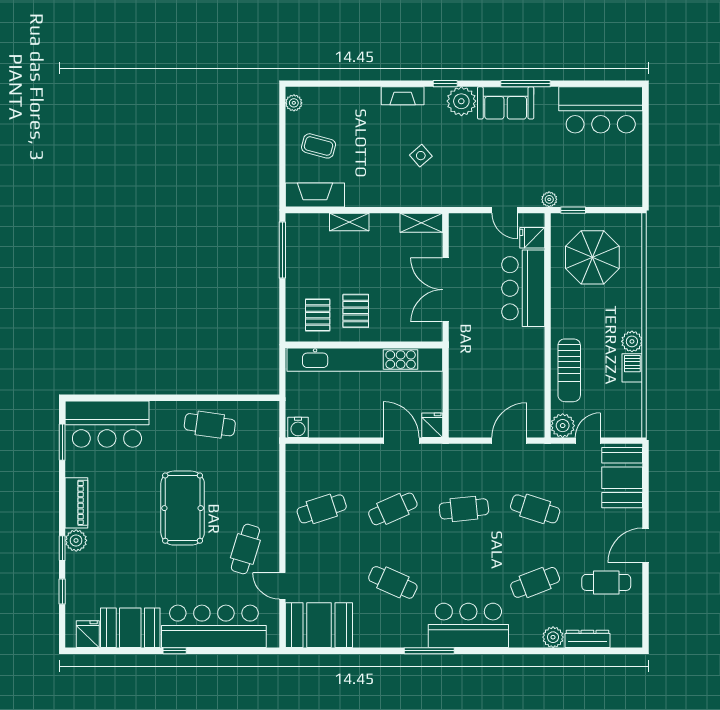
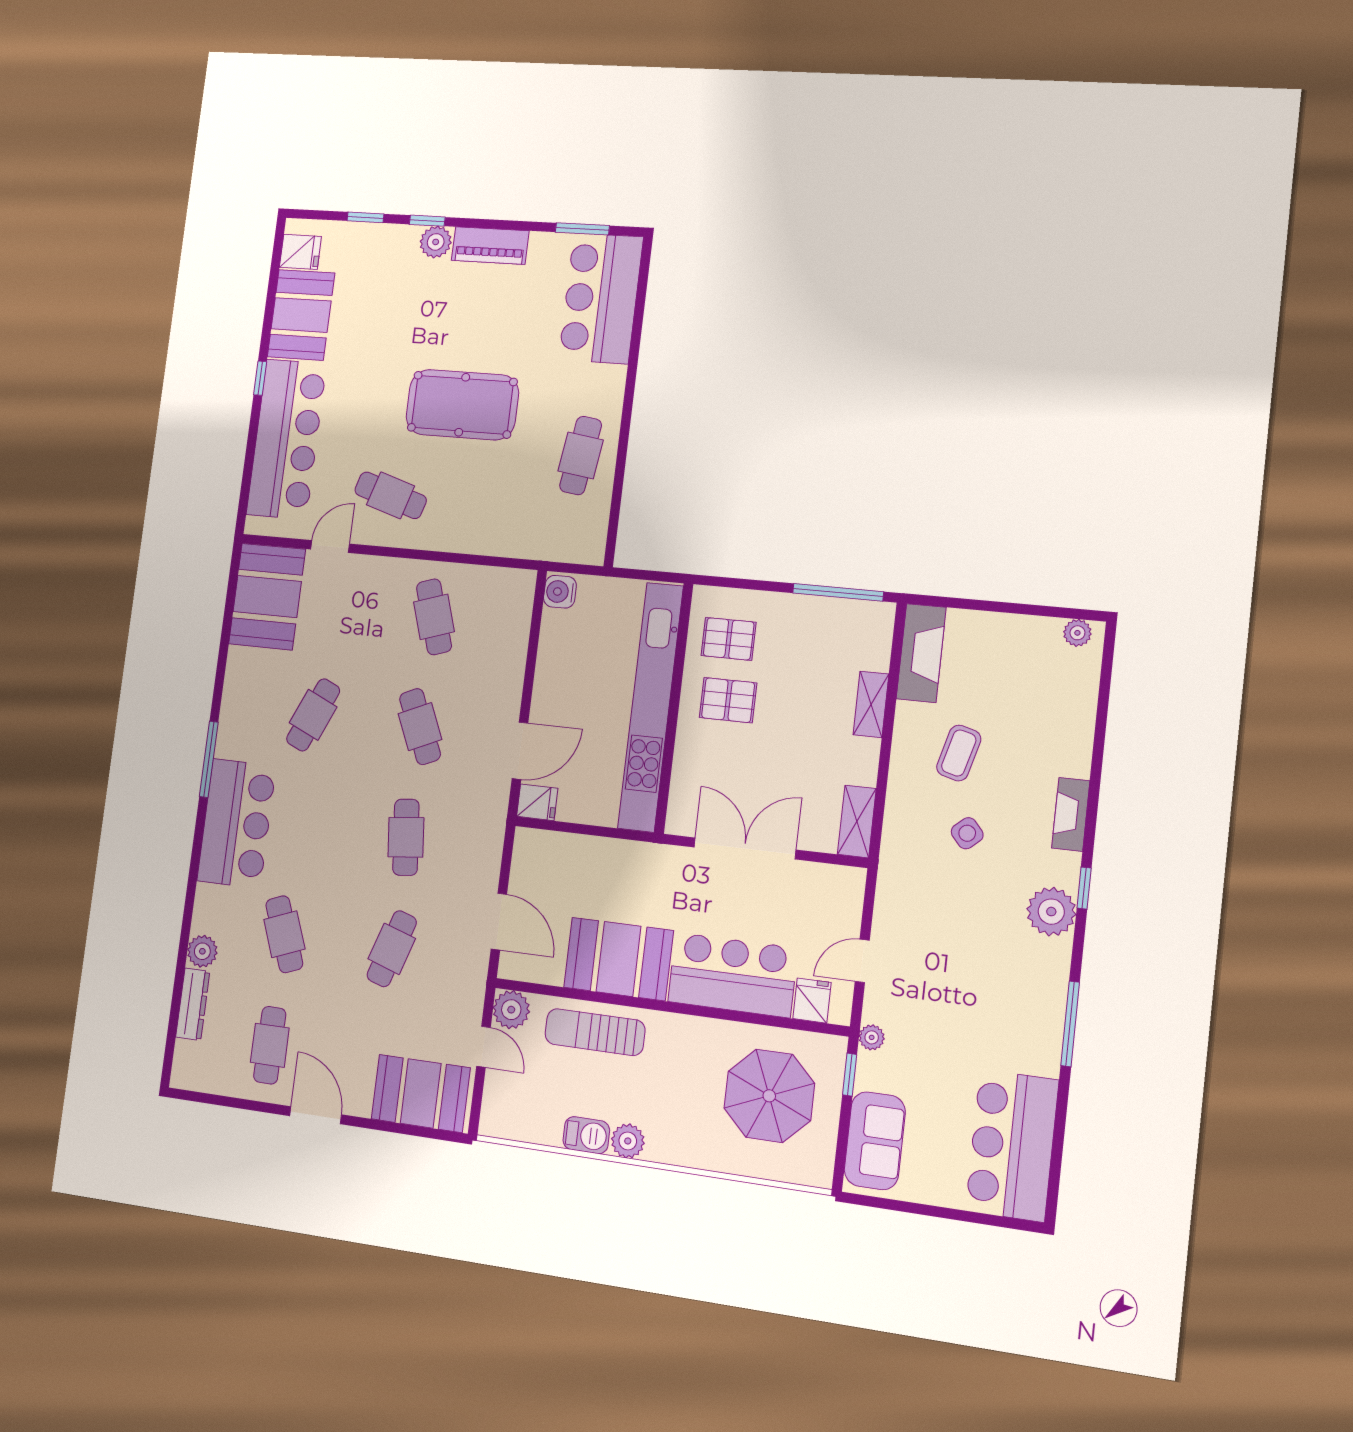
sofa: (506, 103) -> (875, 1141), moved, turned 180
coffee table: (319, 146) -> (959, 753), moved
booth: (523, 361) -> (618, 959), added

